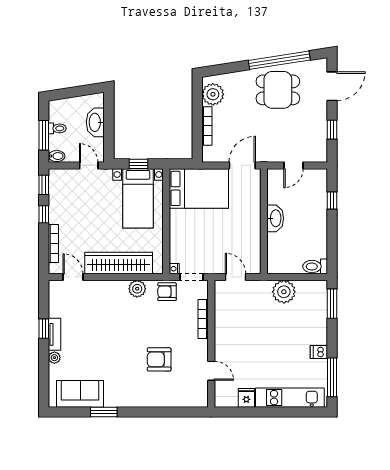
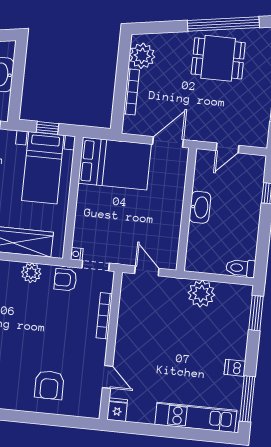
armchair: (159, 359) -> (49, 385), moved, turned -90
fridge: (246, 398) -> (117, 410), moved

